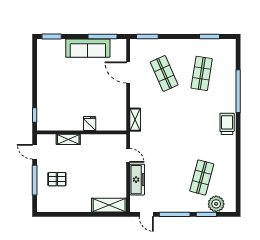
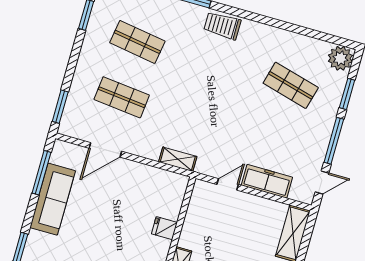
shop shelf: (164, 73) -> (122, 97), turned 30
plant: (216, 204) -> (340, 58), moved

